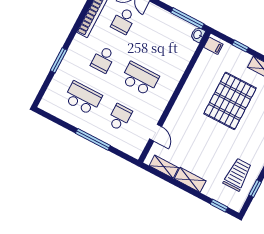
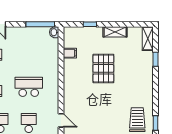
filing cabinet: (213, 46) -> (70, 53), moved
pallet: (230, 101) -> (103, 68), width x0.73, depth x0.71

